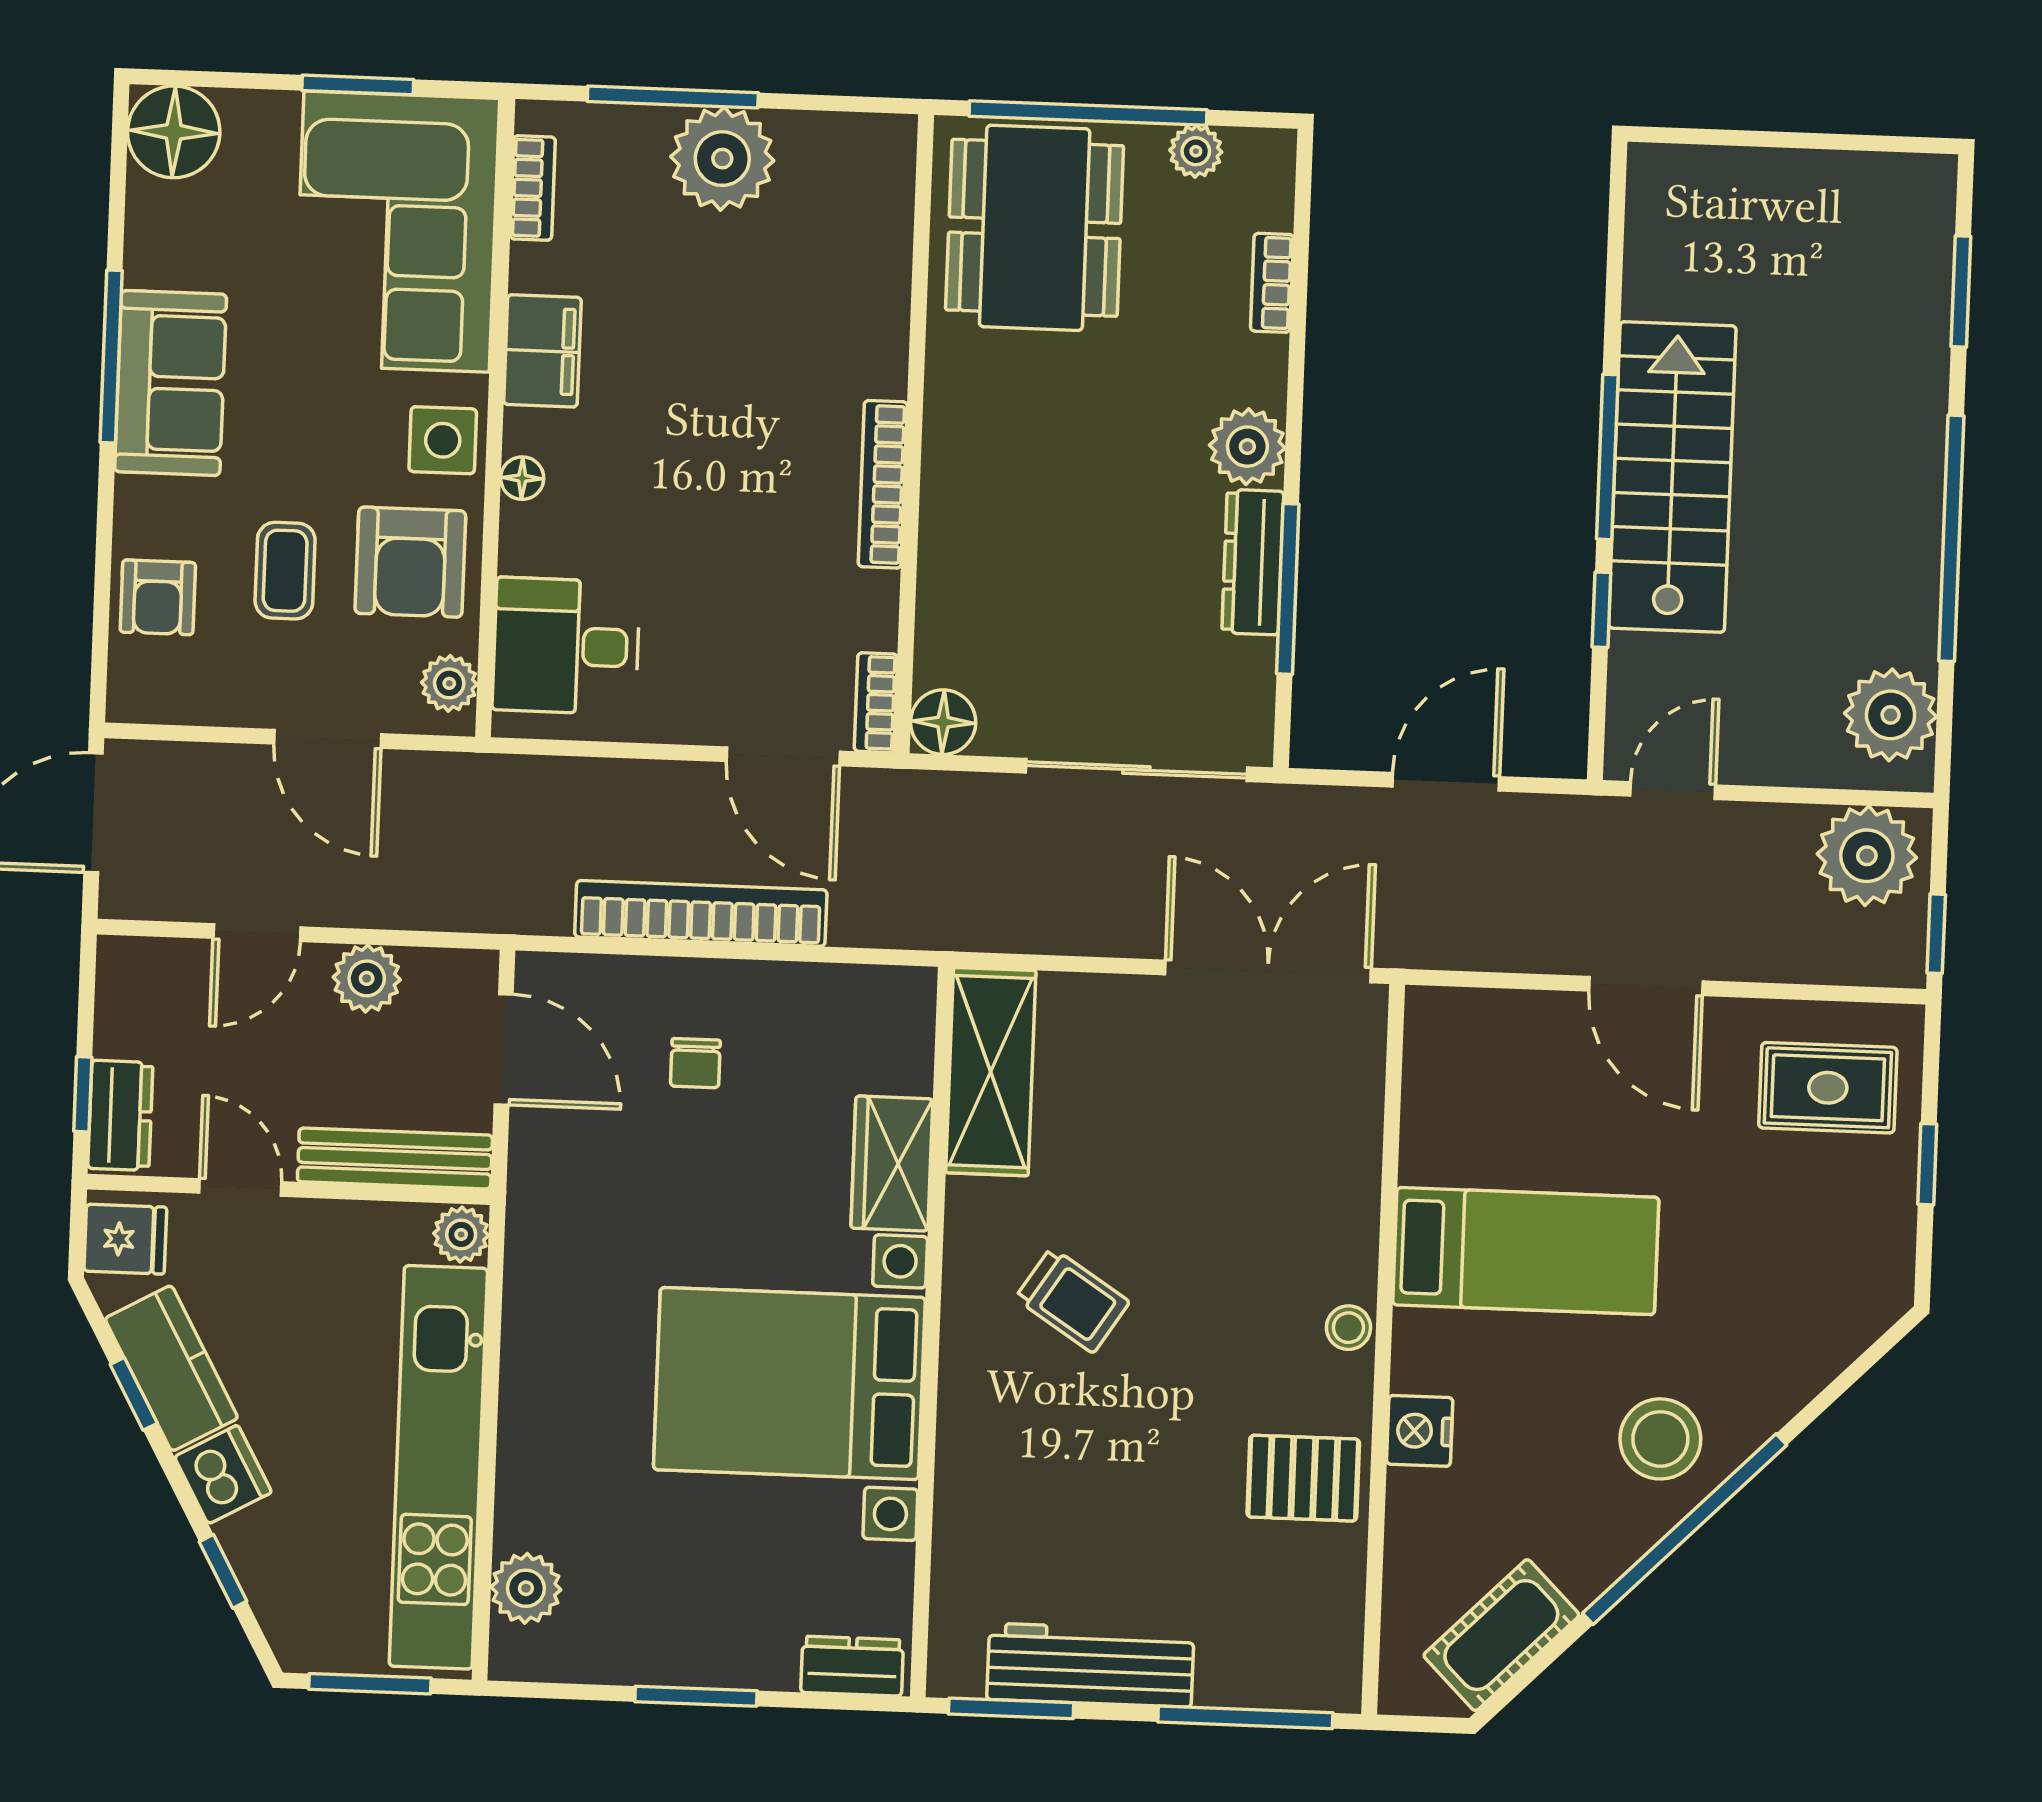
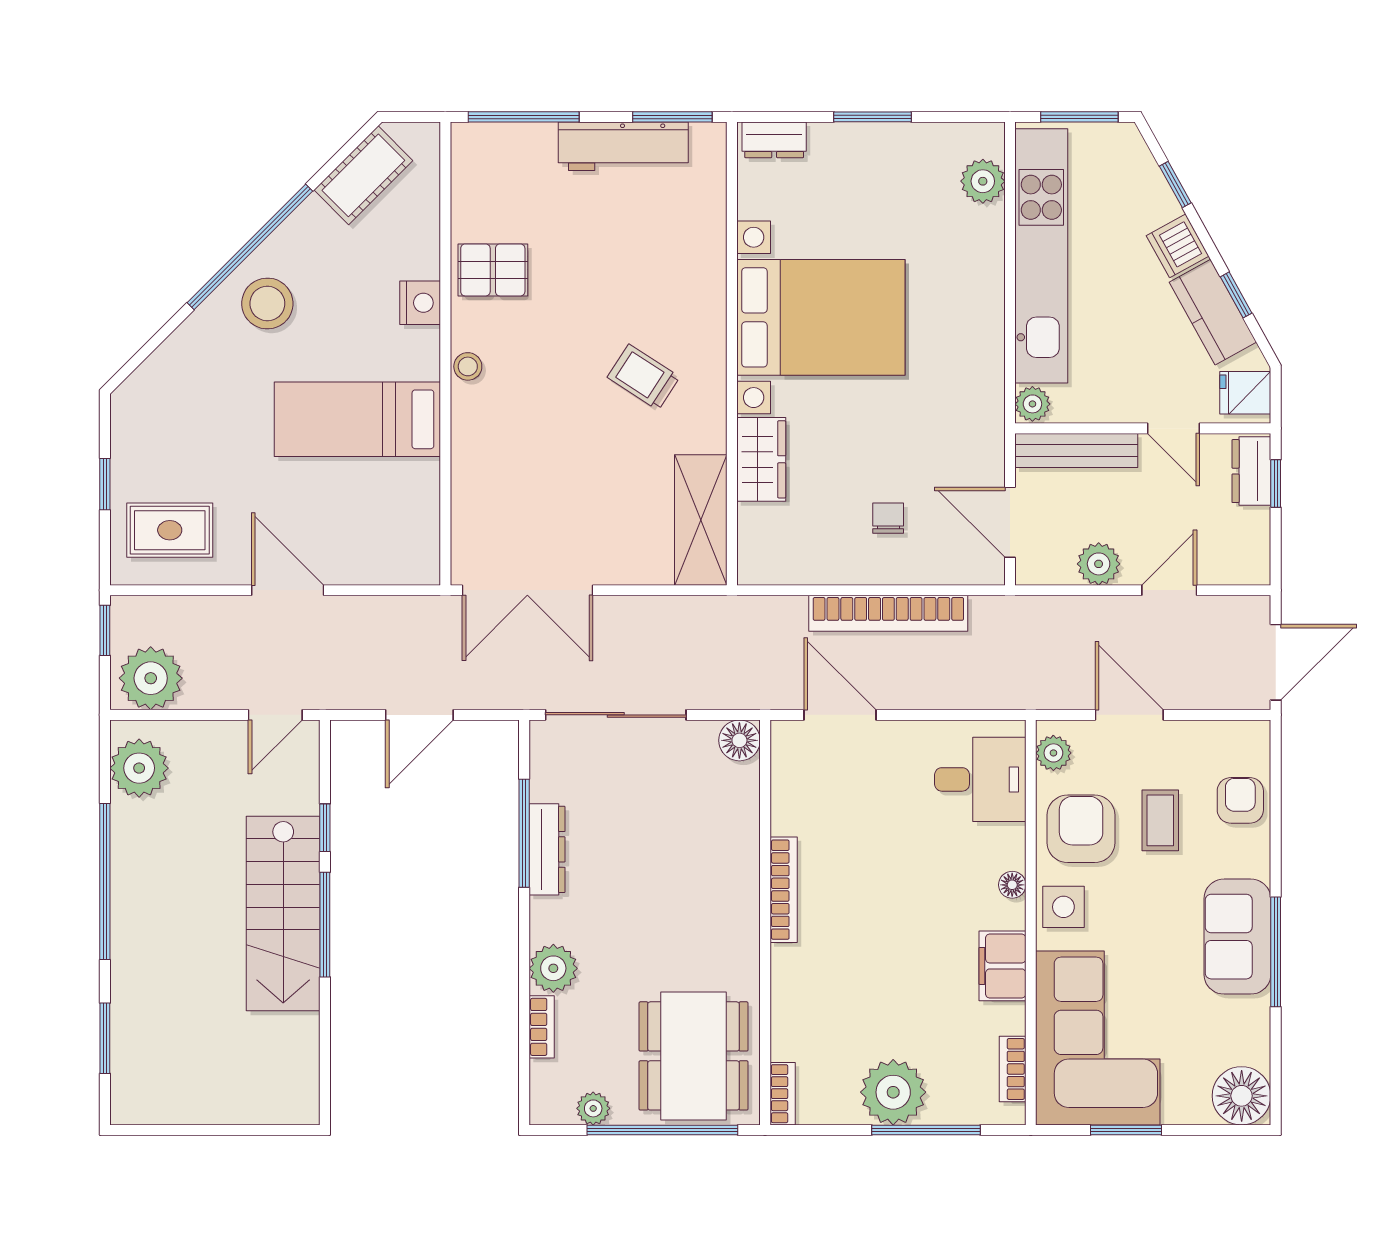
plant: (1247, 447) -> (553, 968), moved
bookcase: (876, 703) -> (783, 1094), moved

